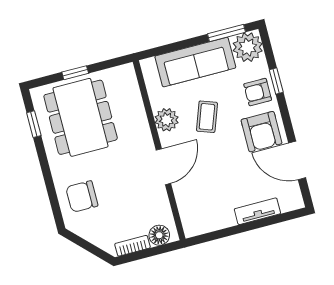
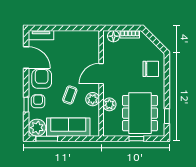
armchair: (258, 92) -> (38, 101), turned -90
plant: (136, 118) -> (109, 104), added
tv unit: (257, 211) -> (41, 35), moved

